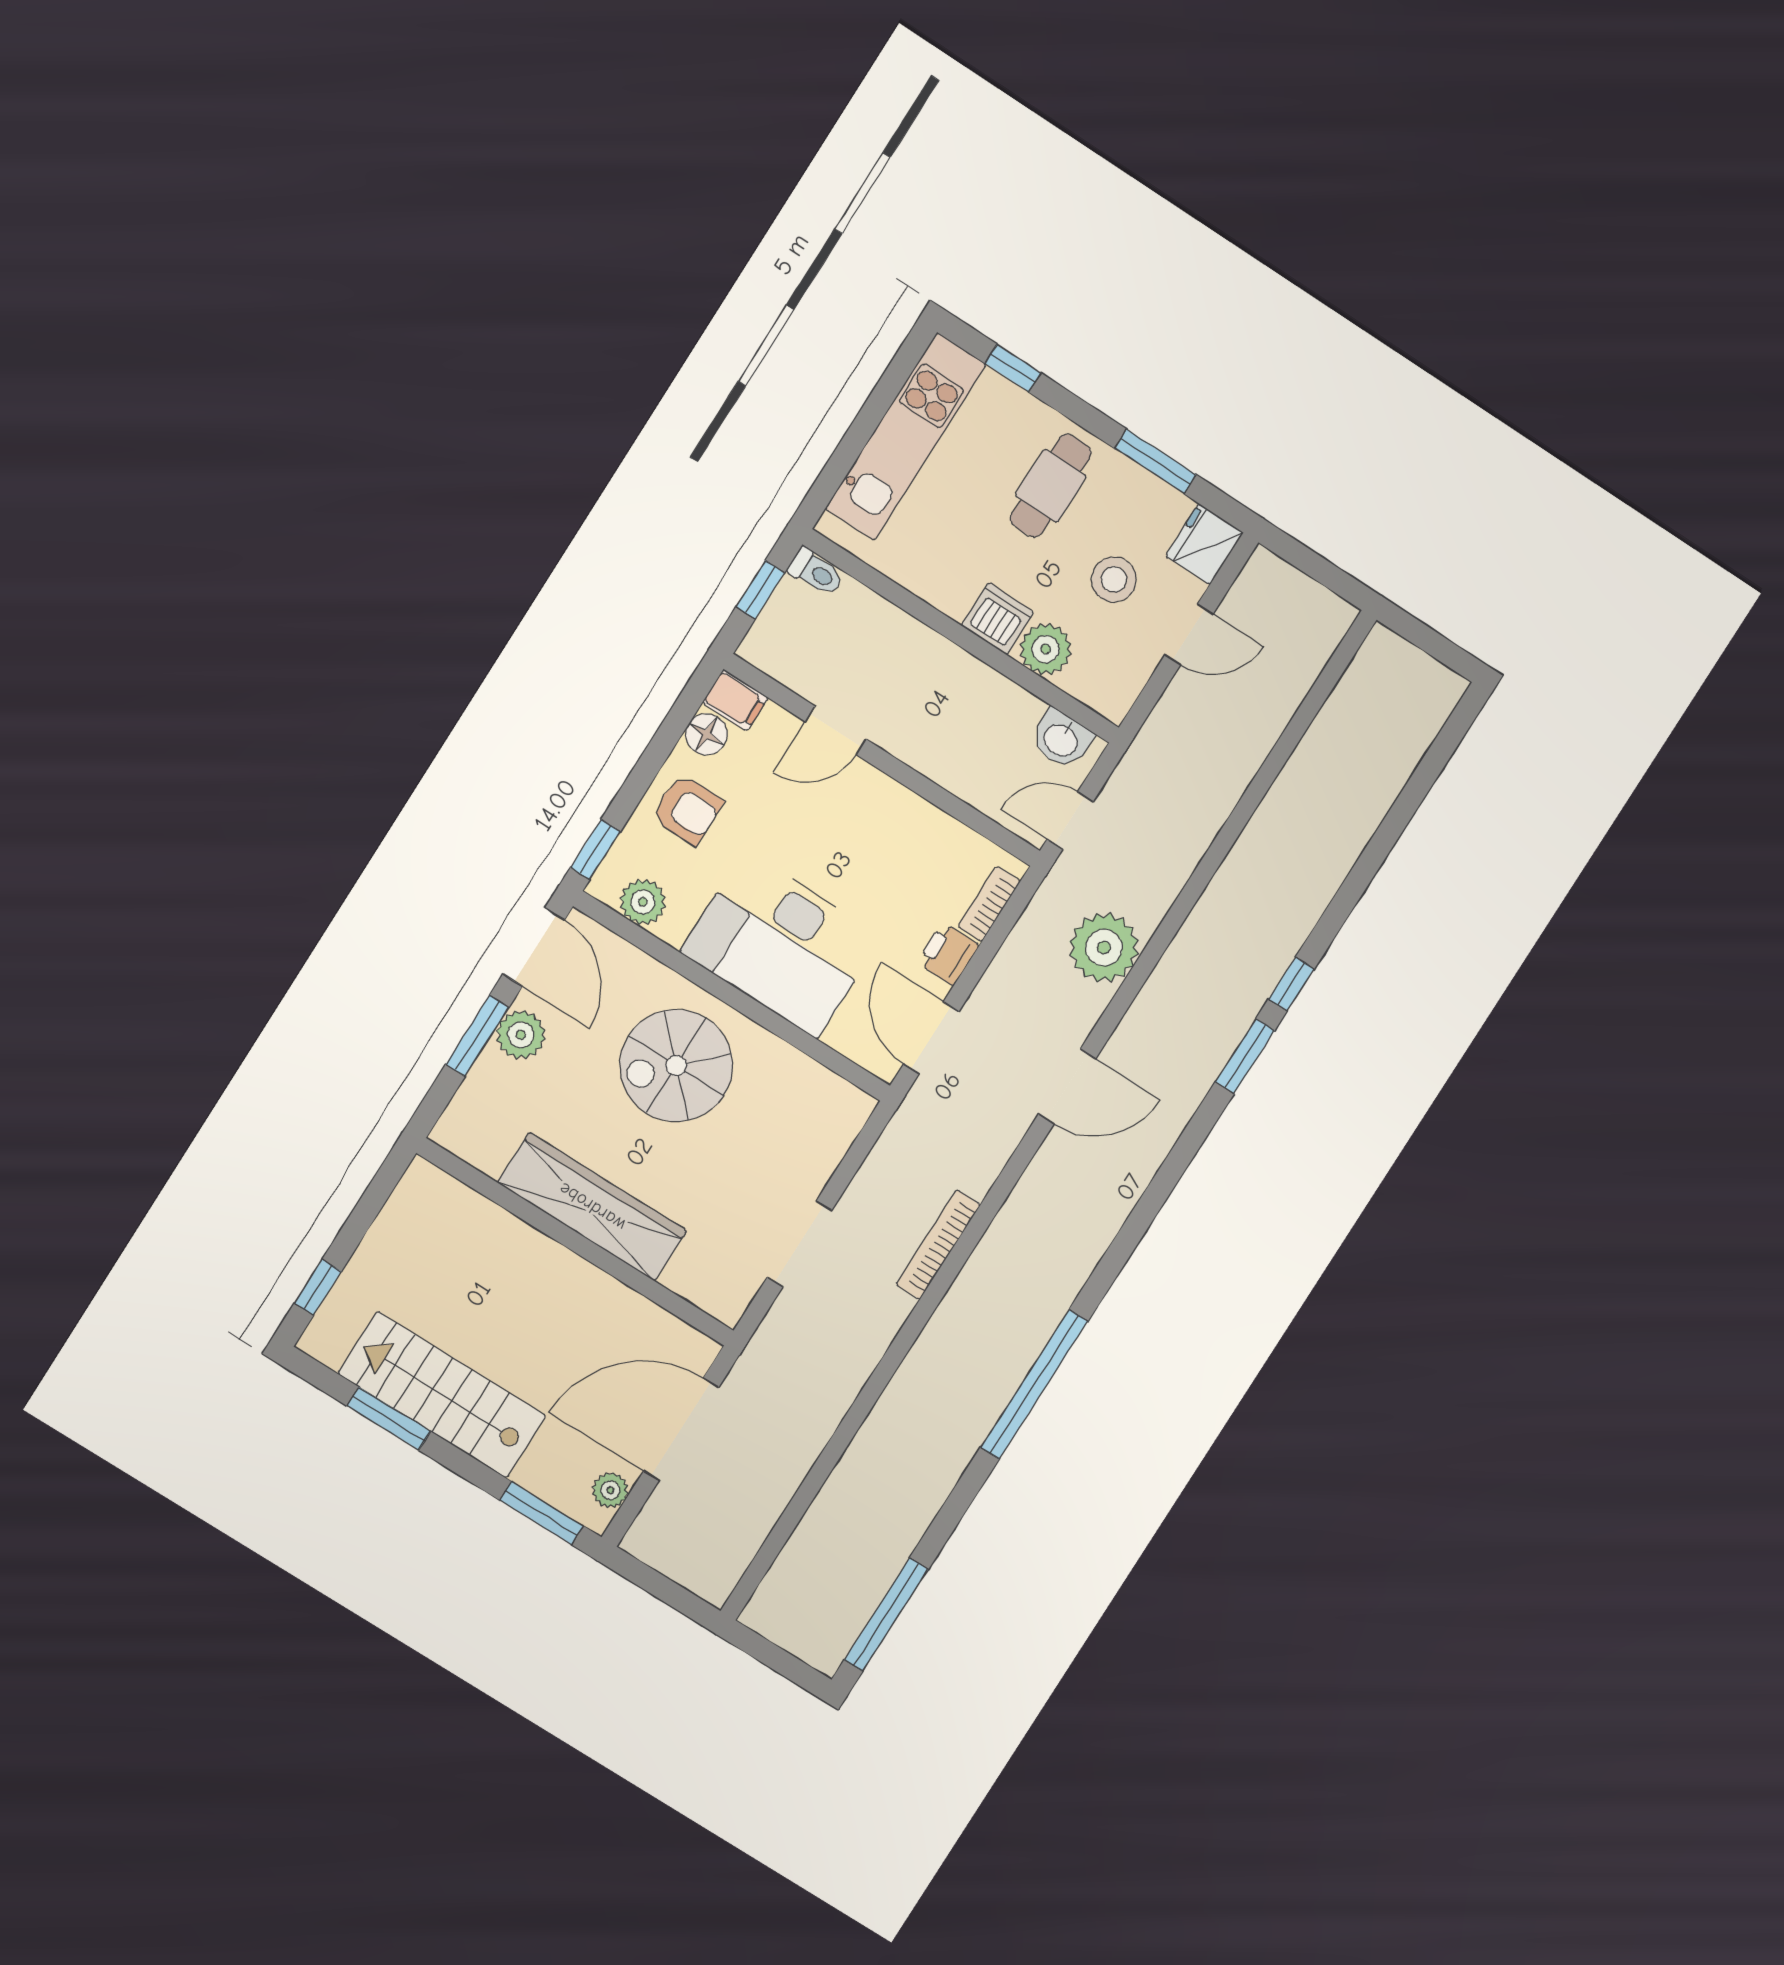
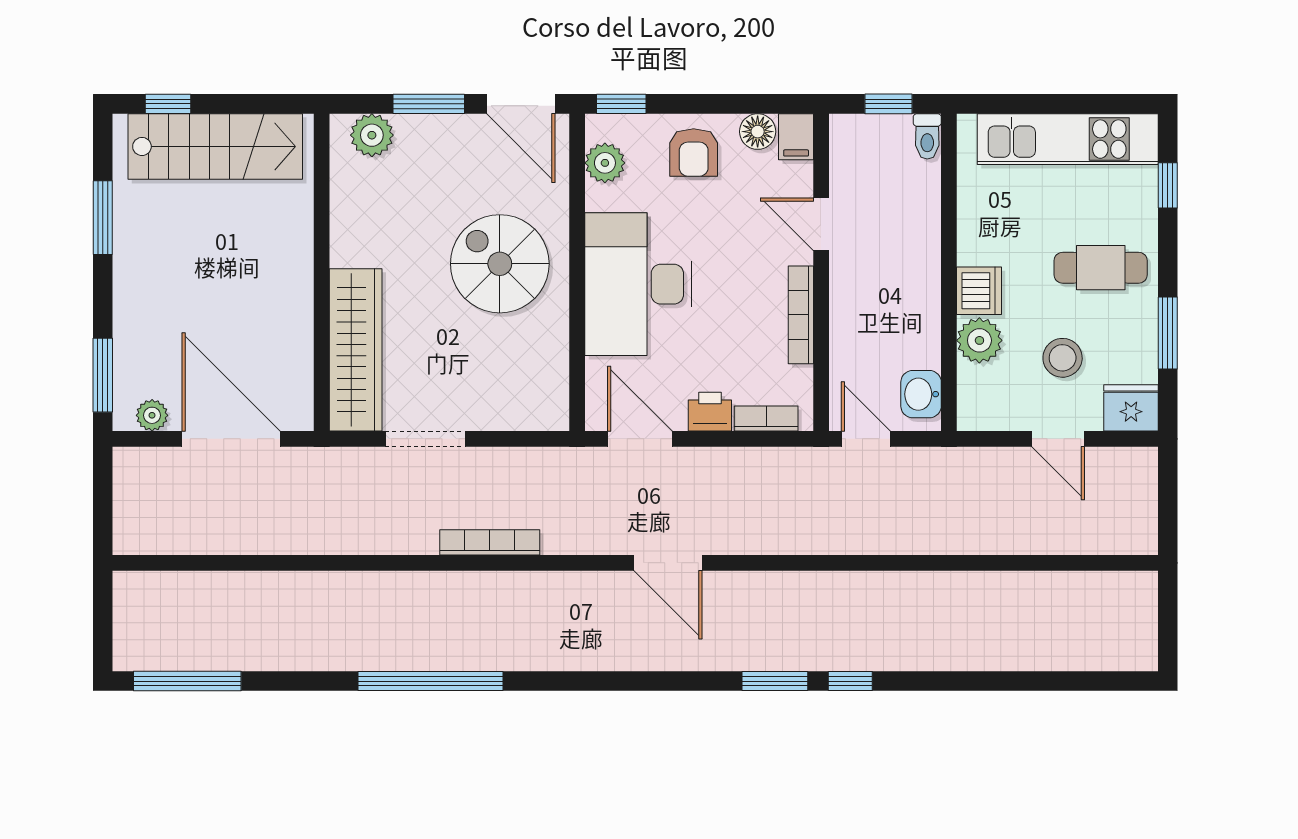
bookcase: (911, 806) -> (801, 315), added
door: (534, 947) -> (521, 104), hinge flipped
plant: (1104, 947) -> (788, 524), removed
plant: (521, 1035) -> (372, 135), moved
door: (931, 1038) -> (640, 439), hinge flipped
wardrobe: (592, 1207) -> (356, 350), moved
stairs: (442, 1395) -> (215, 146), moved, turned 90

